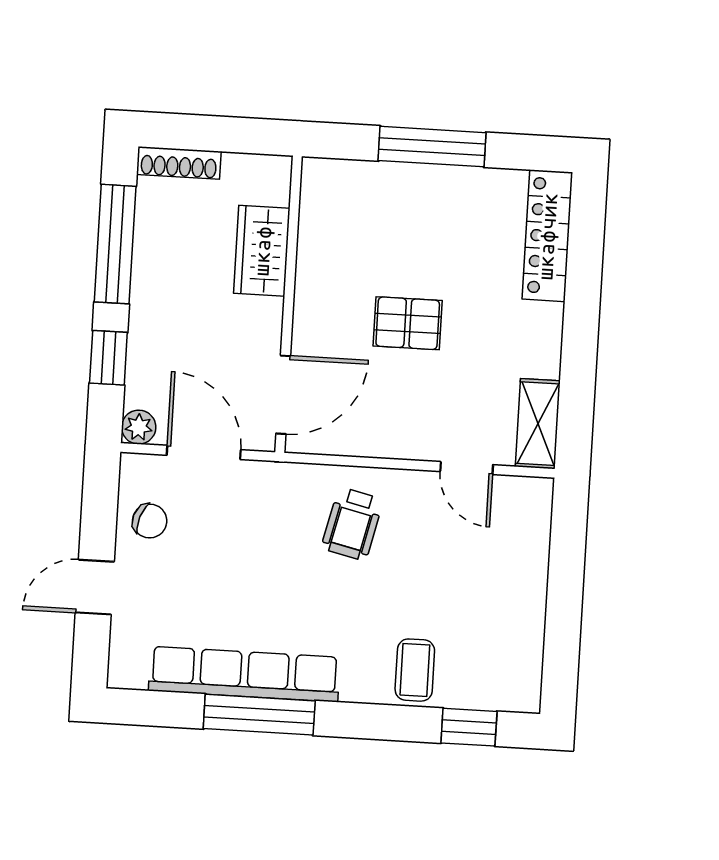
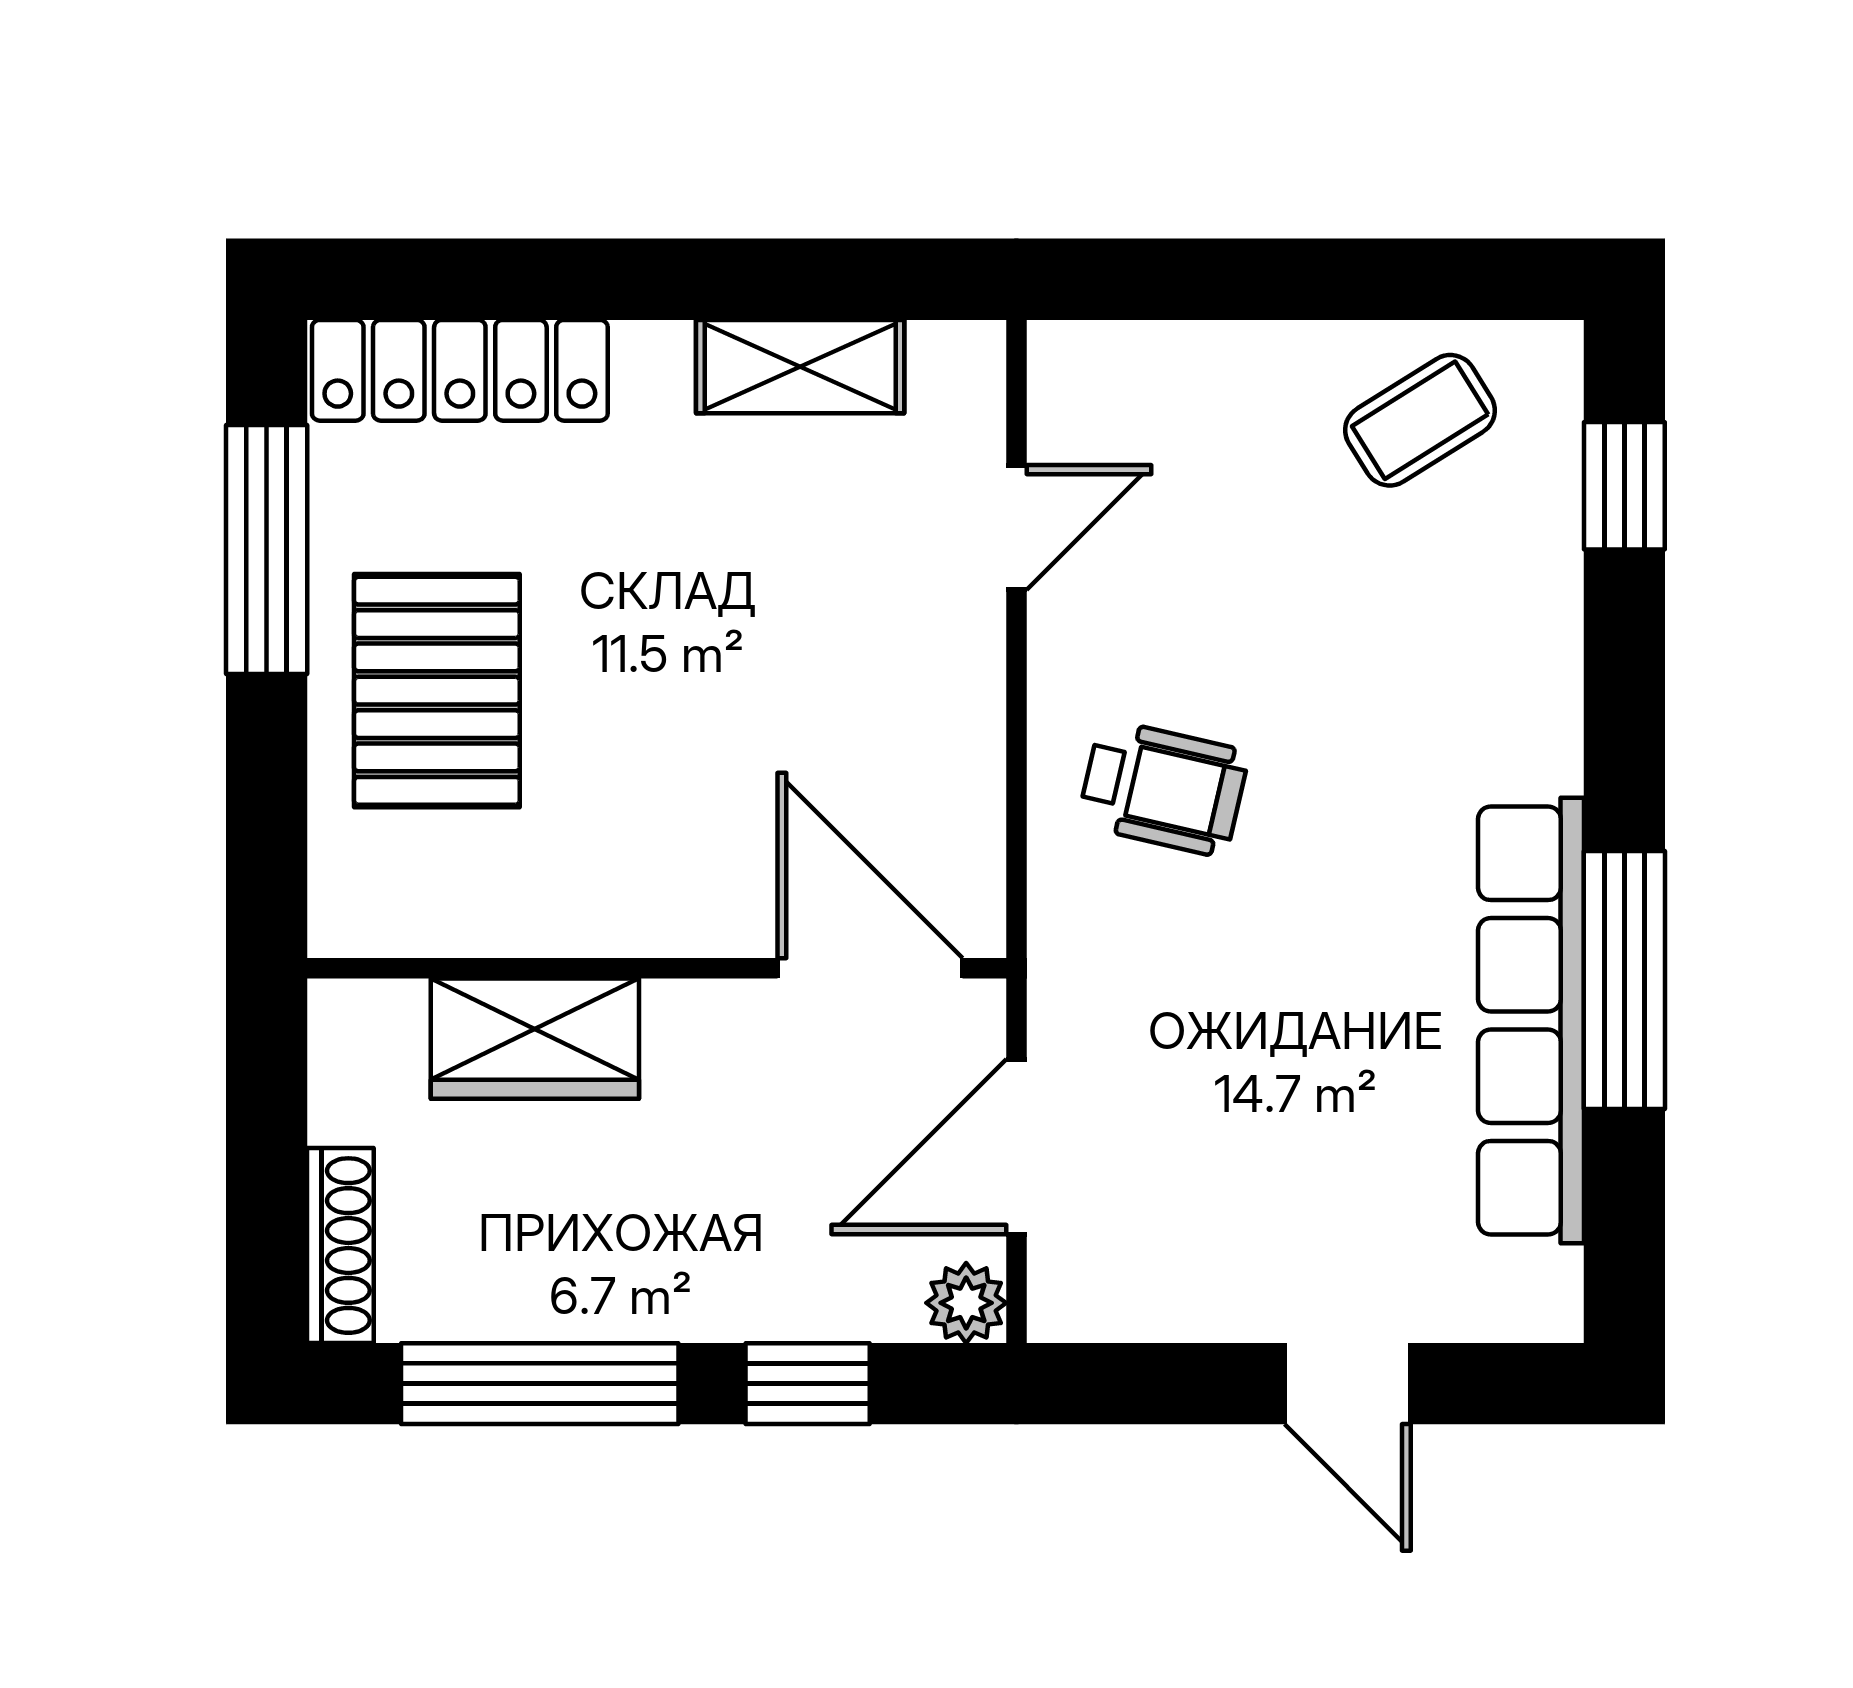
window: (432, 147) -> (267, 550), moved
pallet: (408, 323) -> (437, 691), moved, width x1.50, depth x1.42
shelving: (538, 424) -> (800, 367), moved
chair: (150, 521) -> (1185, 1264), removed
coffee table: (415, 670) -> (1420, 420), moved, turned -32

